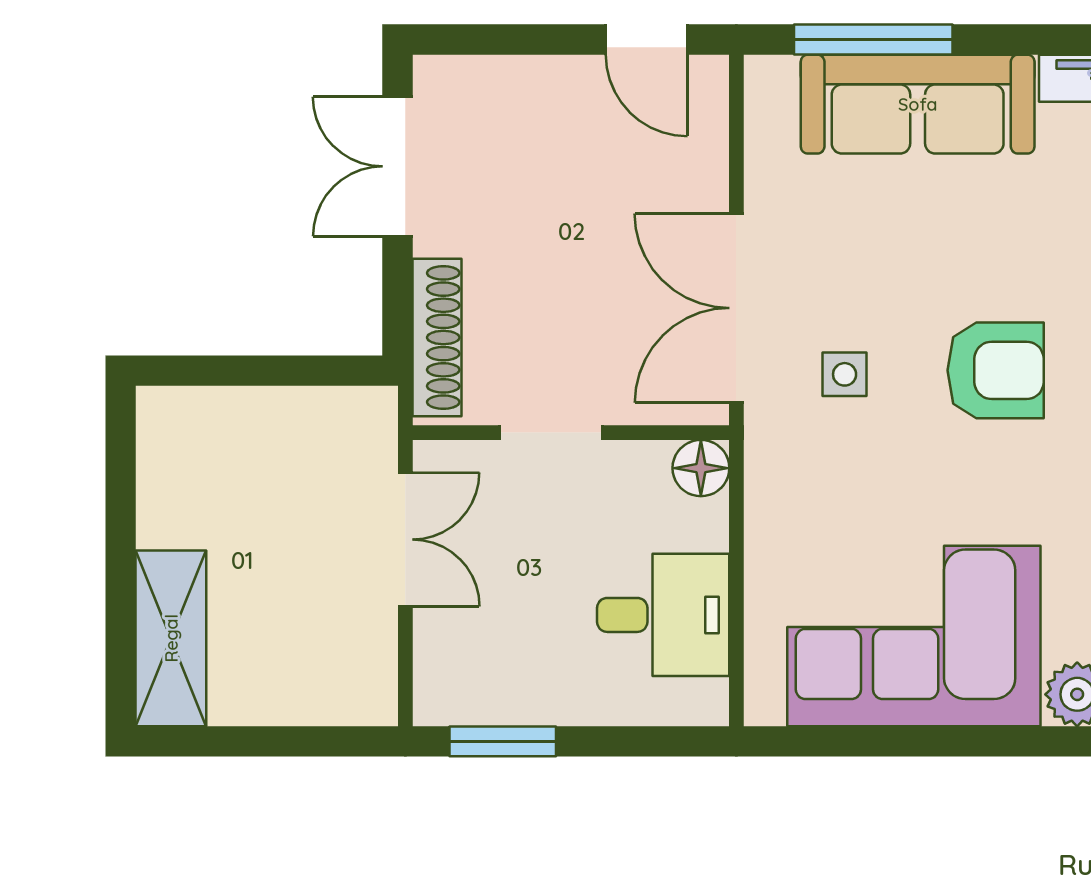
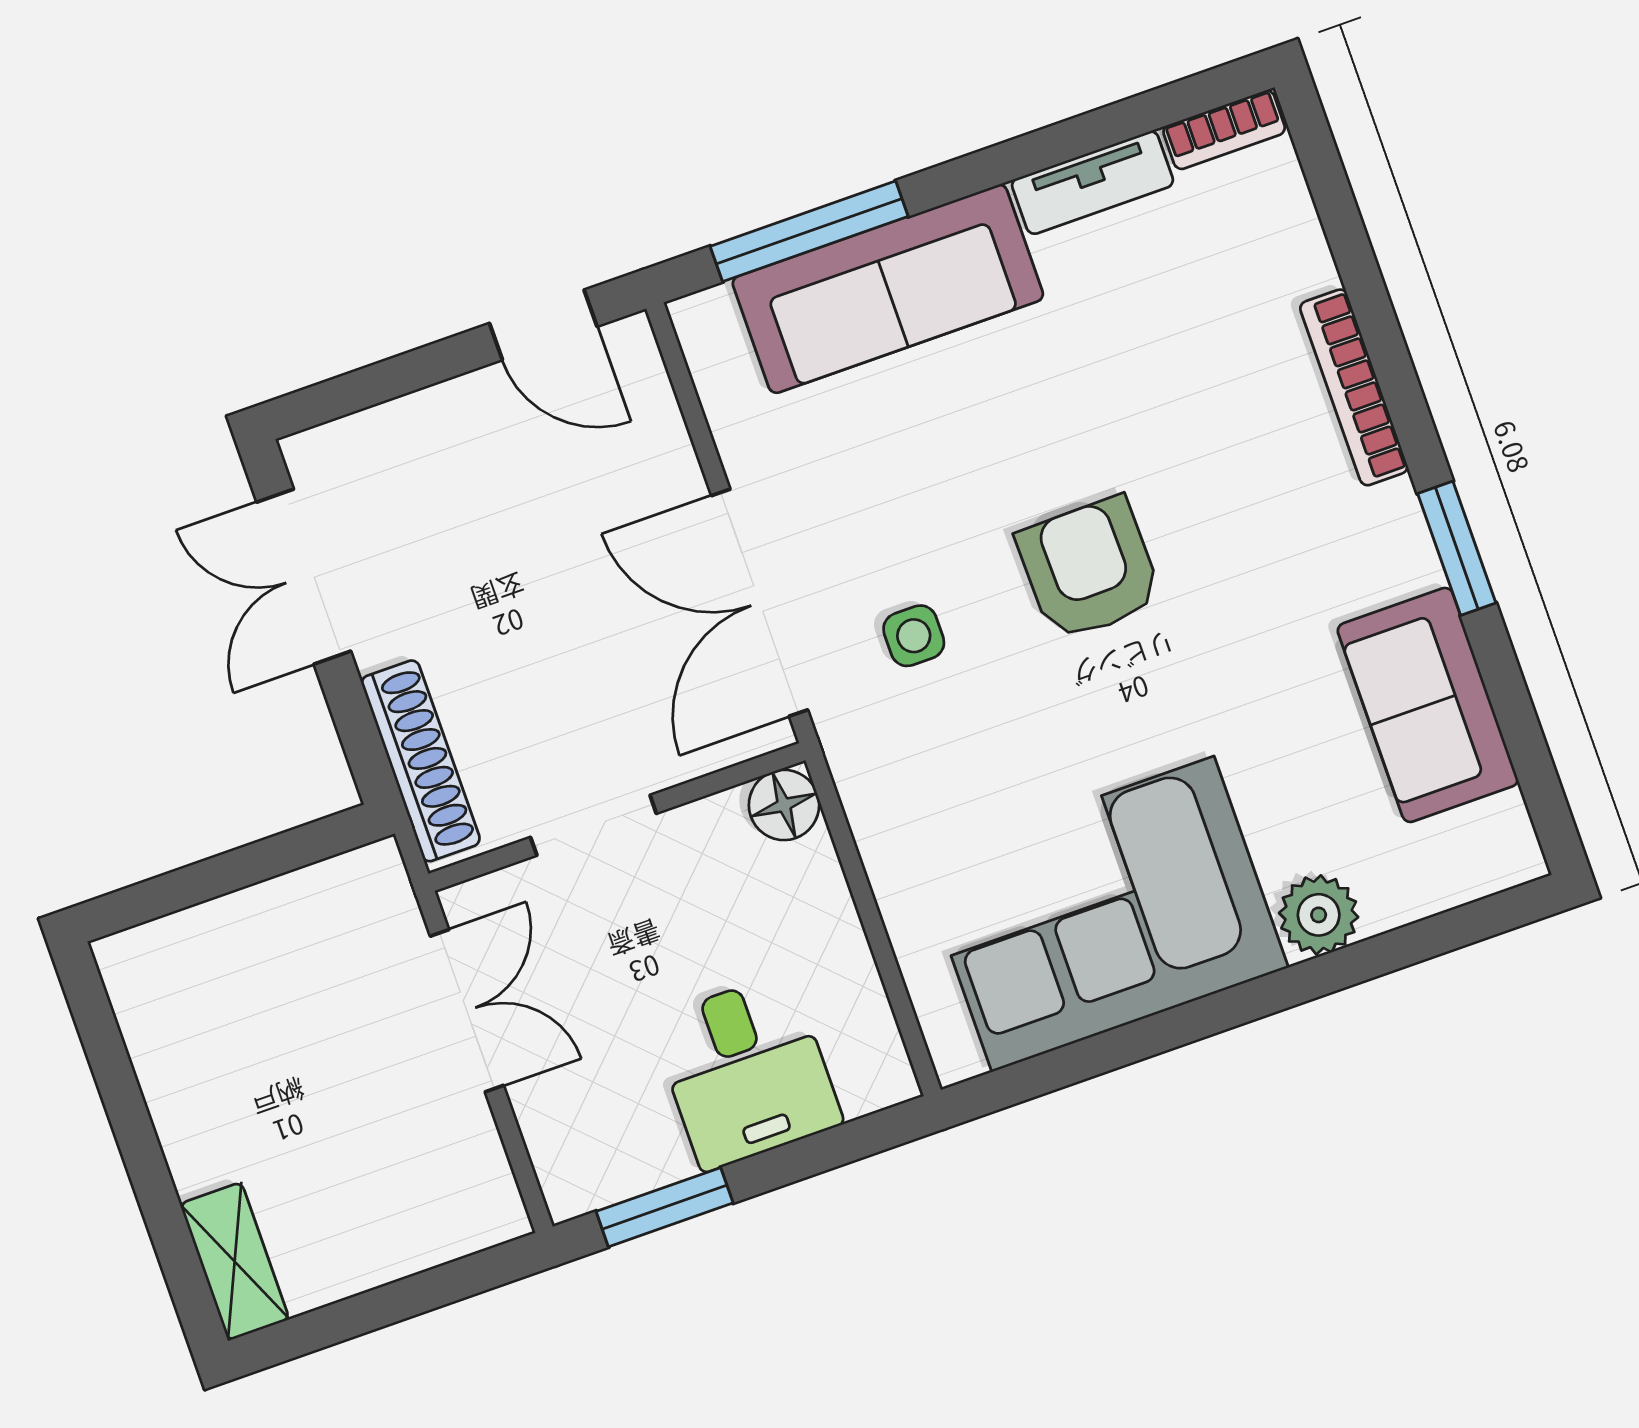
armchair: (996, 370) -> (1089, 569), turned -91
desk: (663, 615) -> (746, 1072), moved, turned 90
shelving: (171, 638) -> (235, 1261), width x0.67, depth x0.75

